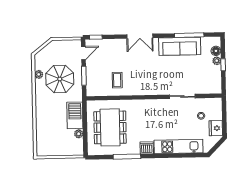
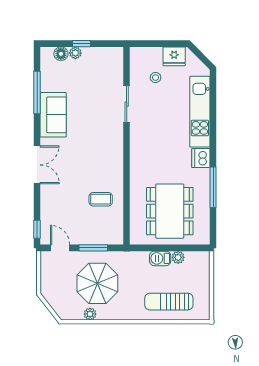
sofa: (180, 46) -> (53, 115), width x0.73
barbecue: (75, 115) -> (160, 258), width x0.53, depth x0.65
dining table: (110, 127) -> (170, 211), turned 90
sun lounger: (48, 128) -> (169, 302), added

